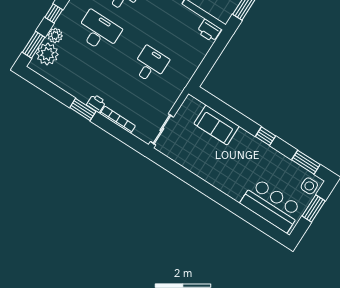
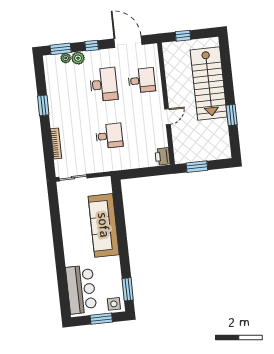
plant: (47, 54) -> (66, 58), width x0.53, depth x0.53
printer: (96, 103) -> (55, 121), removed
window: (83, 109) -> (43, 105), moved
sofa: (217, 125) -> (104, 225), width x1.85, depth x1.27
window: (266, 136) -> (123, 249), removed

